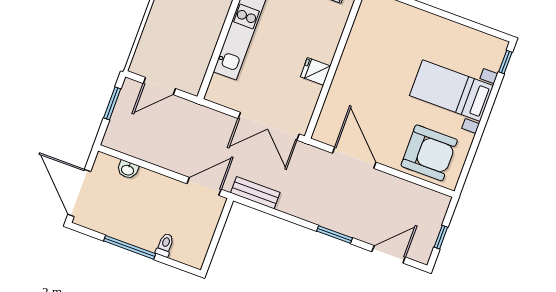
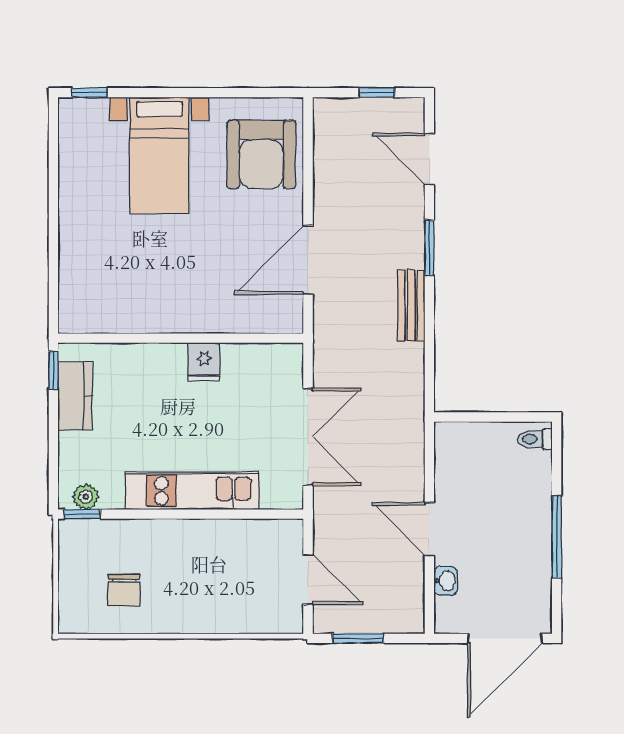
double door: (269, 126) -> (308, 437), moved
armchair: (429, 153) -> (261, 154), turned 180
door: (204, 186) -> (429, 529), moved
bench: (255, 193) -> (411, 306), moved
toilet: (165, 245) -> (535, 439), moved

